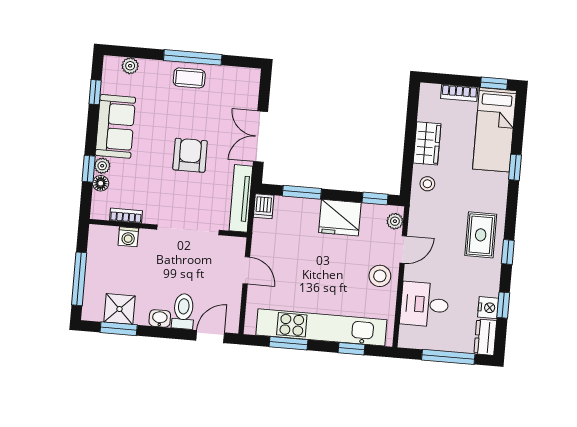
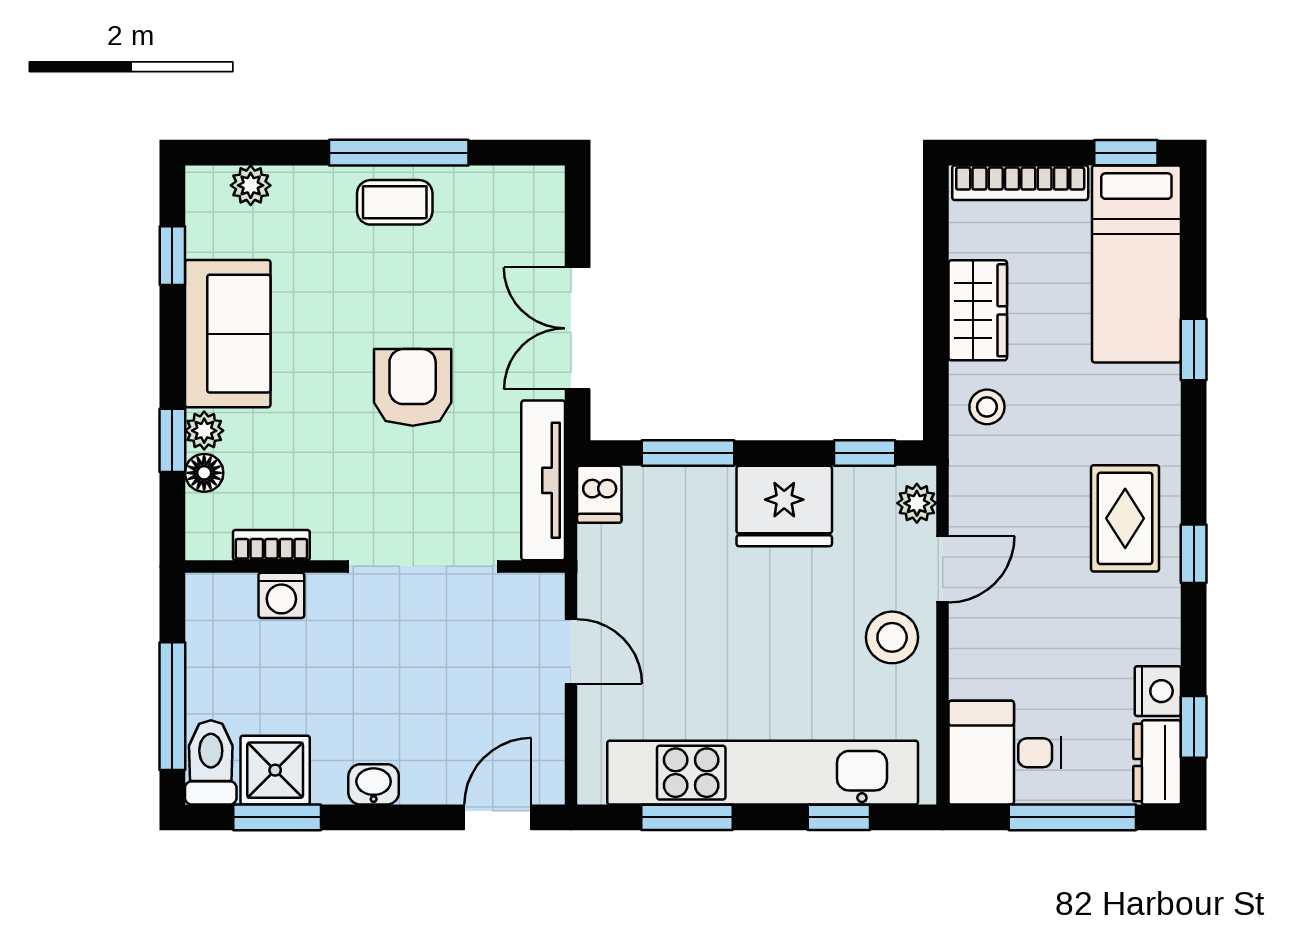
bookcase: (459, 93) -> (1020, 183), width x1.56
desk: (425, 304) -> (1005, 753), moved
window: (503, 305) -> (1194, 727), moved
toilet: (183, 311) -> (211, 762), moved

